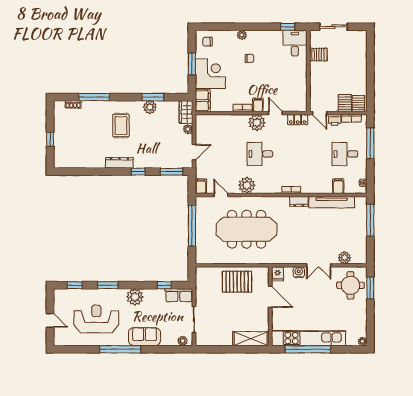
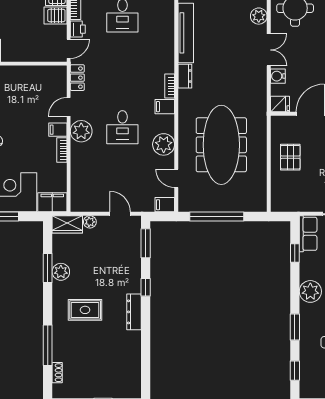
filing cabinet: (338, 186) -> (165, 107), moved
door: (221, 195) -> (176, 178), hinge flipped
pallet: (237, 282) -> (290, 157), width x0.67, depth x0.71

